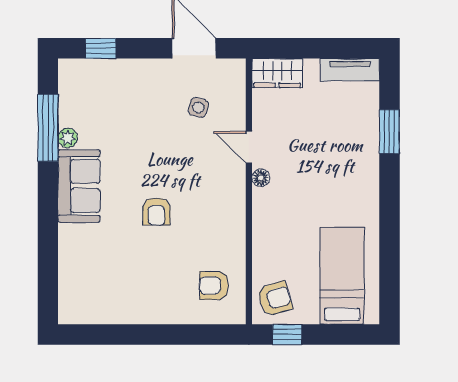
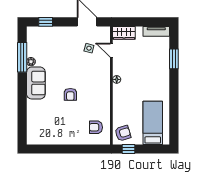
door: (249, 147) -> (111, 50), moved

